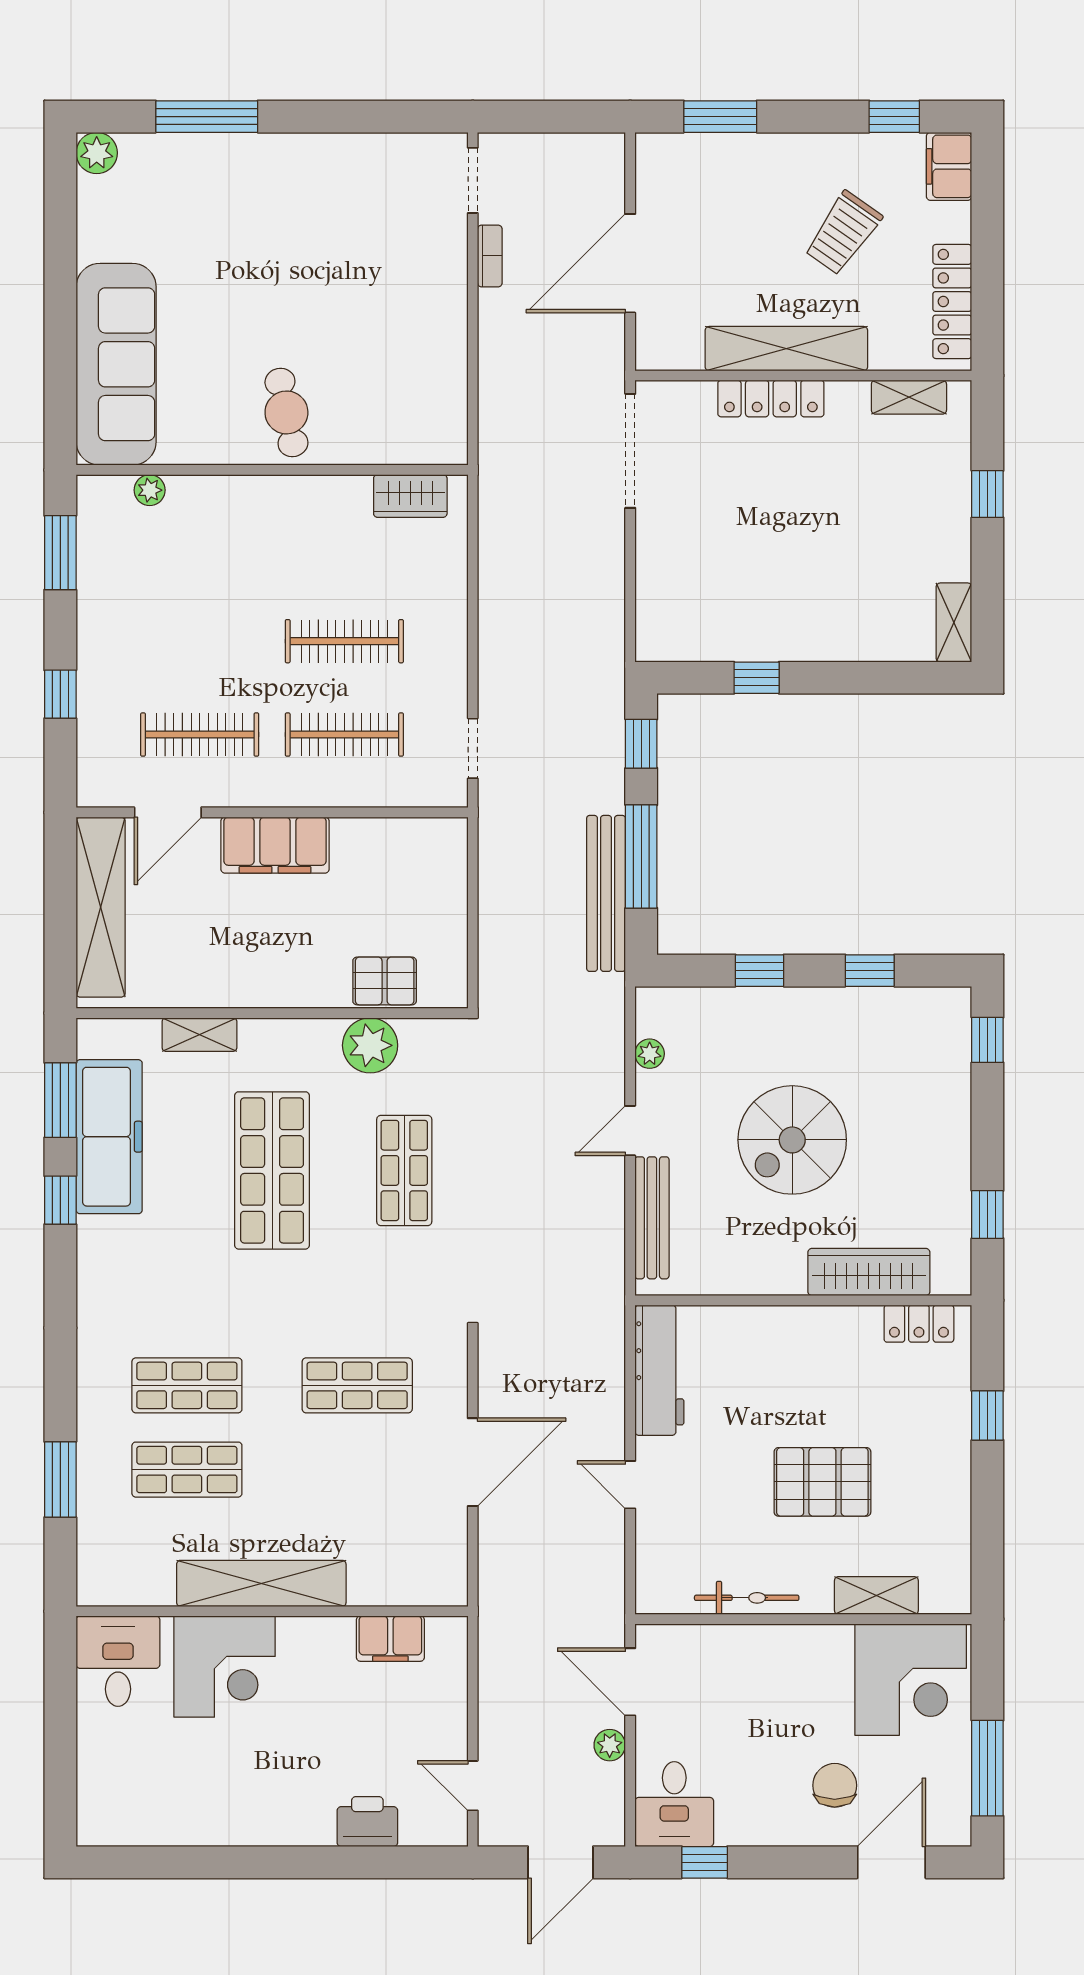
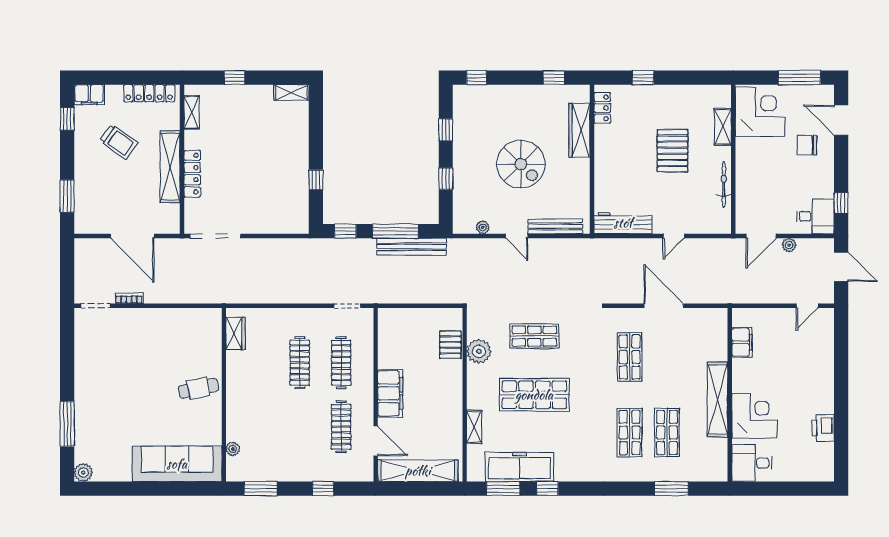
printer: (367, 1822) -> (823, 428), moved

